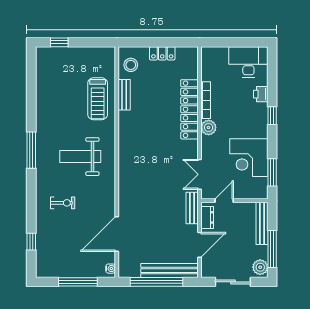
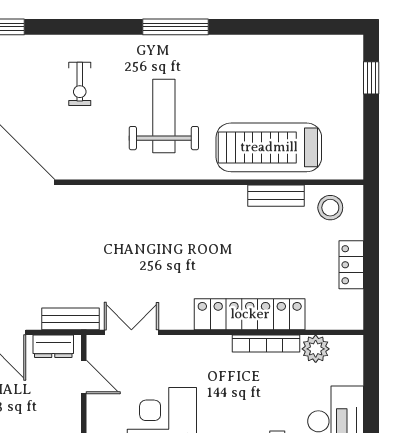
treadmill: (98, 99) -> (269, 147), width x1.37, depth x1.37
plant: (209, 127) -> (316, 349), moved

